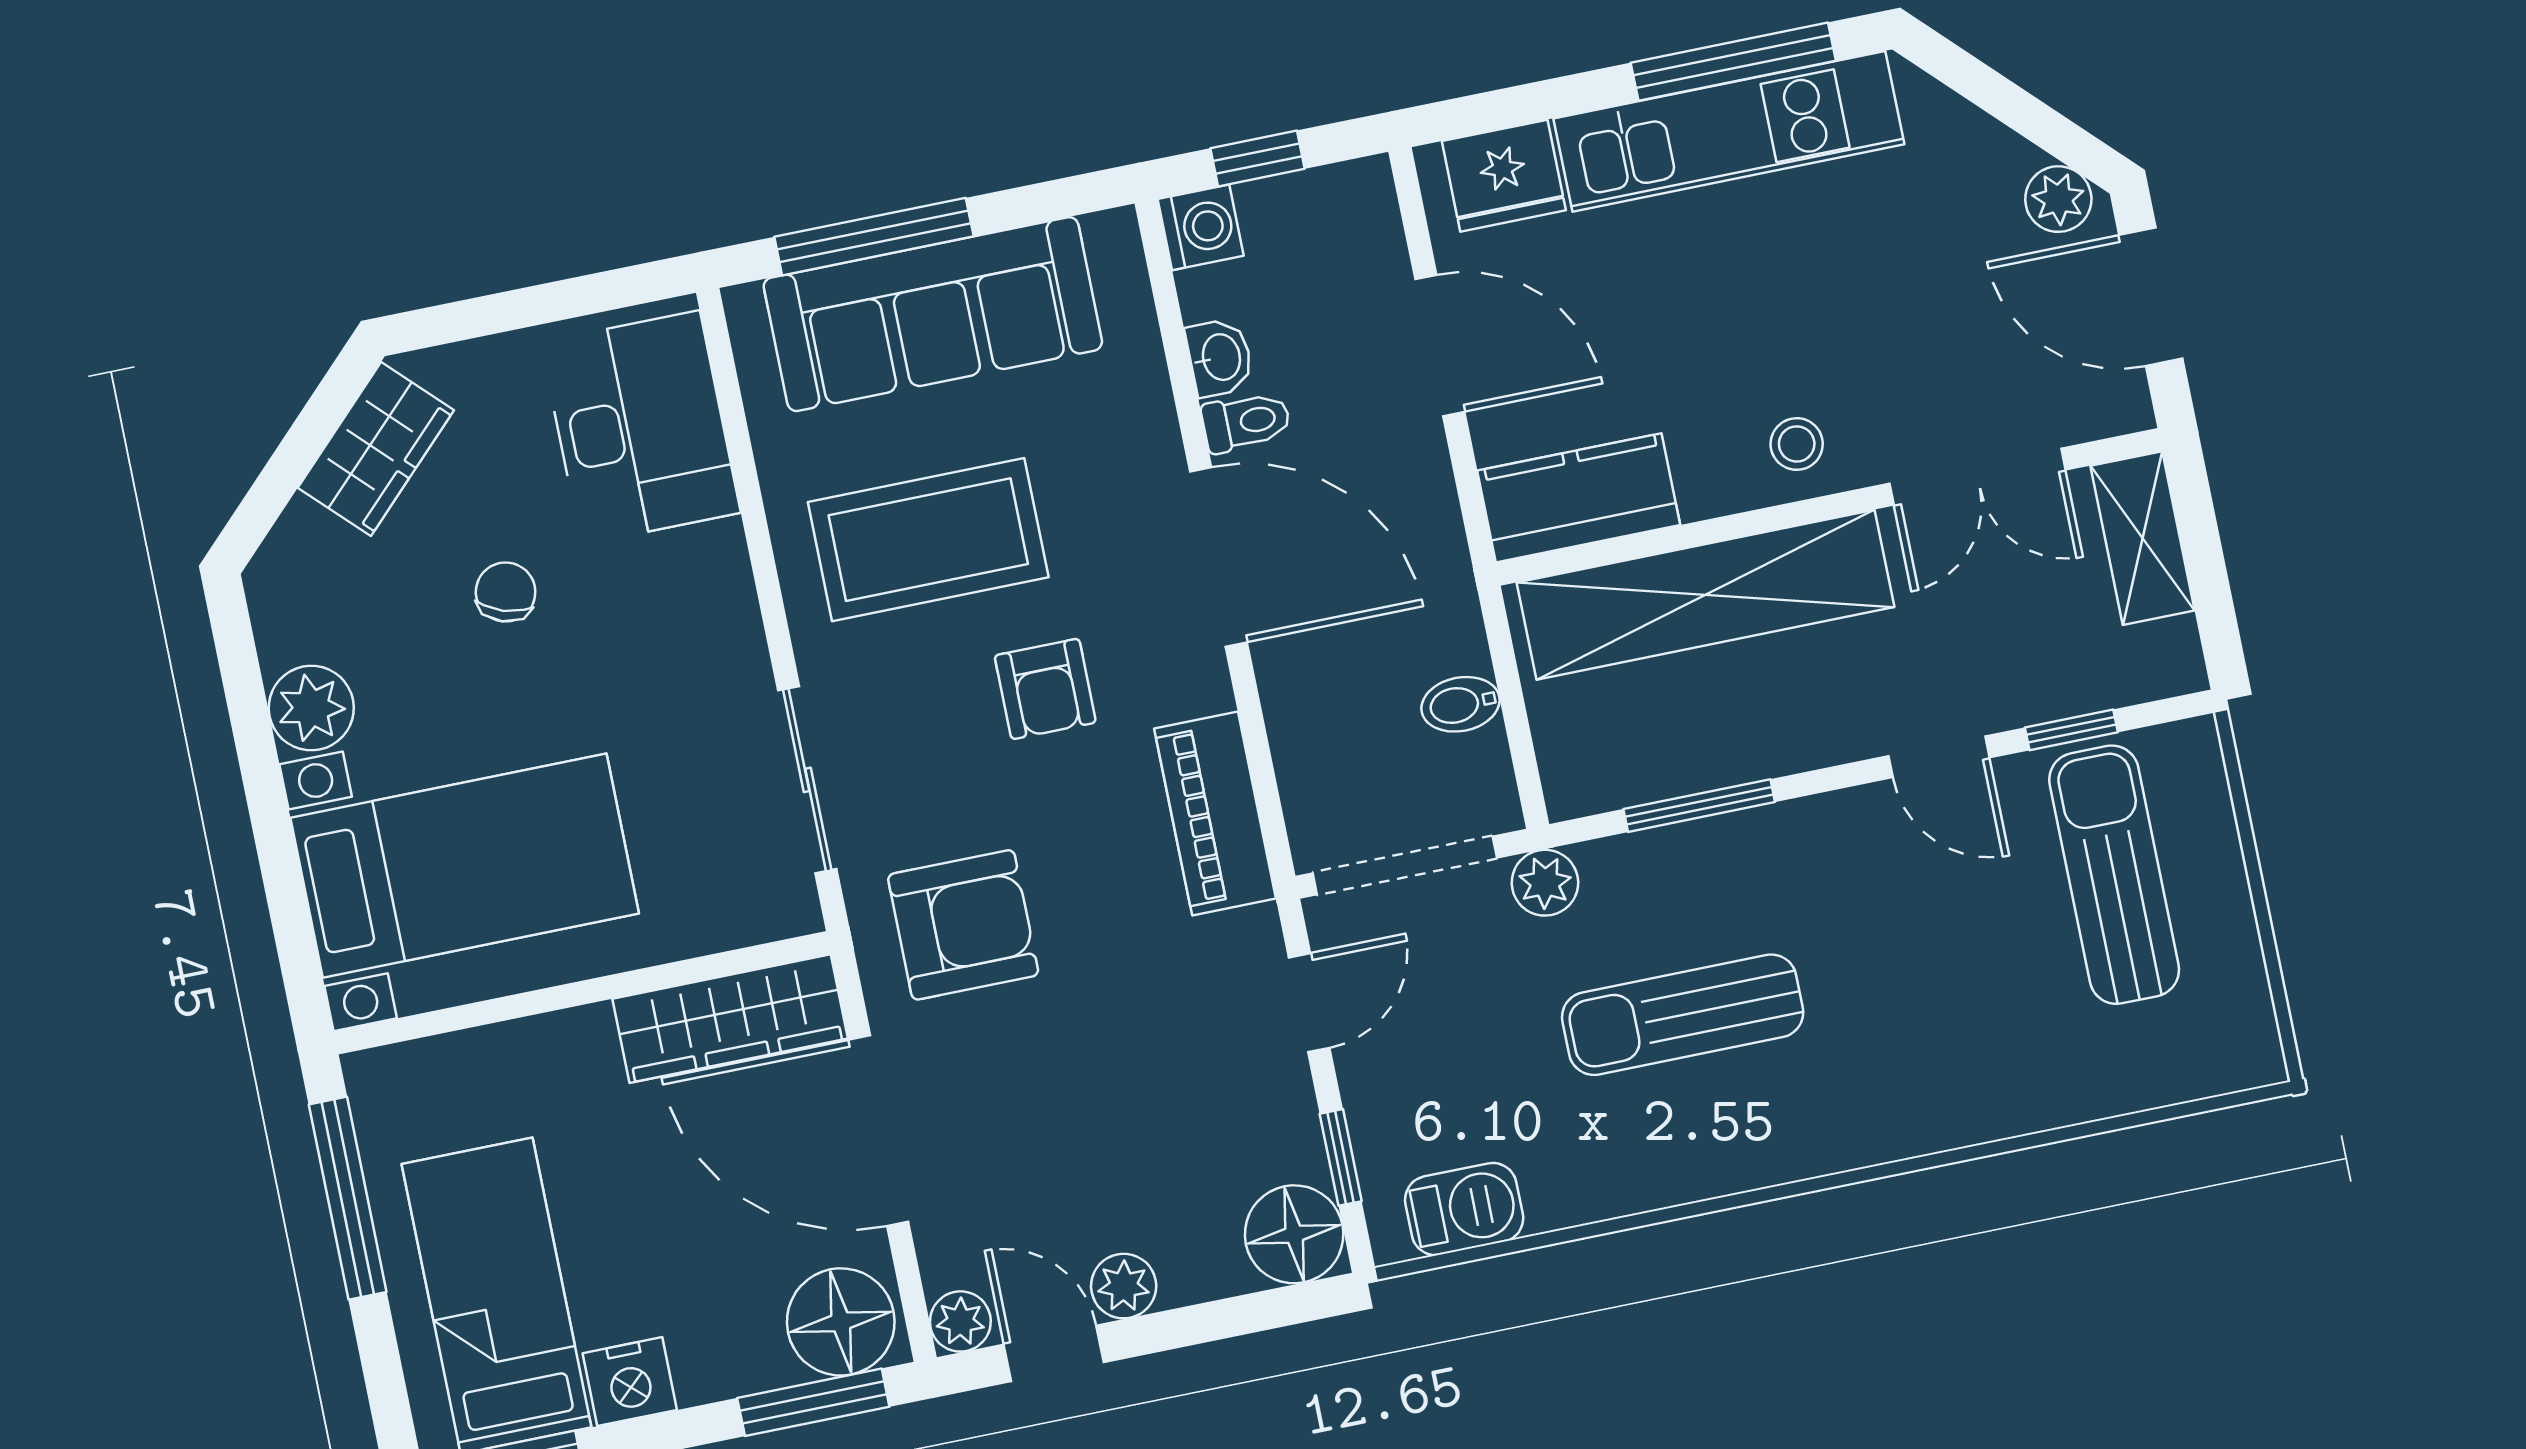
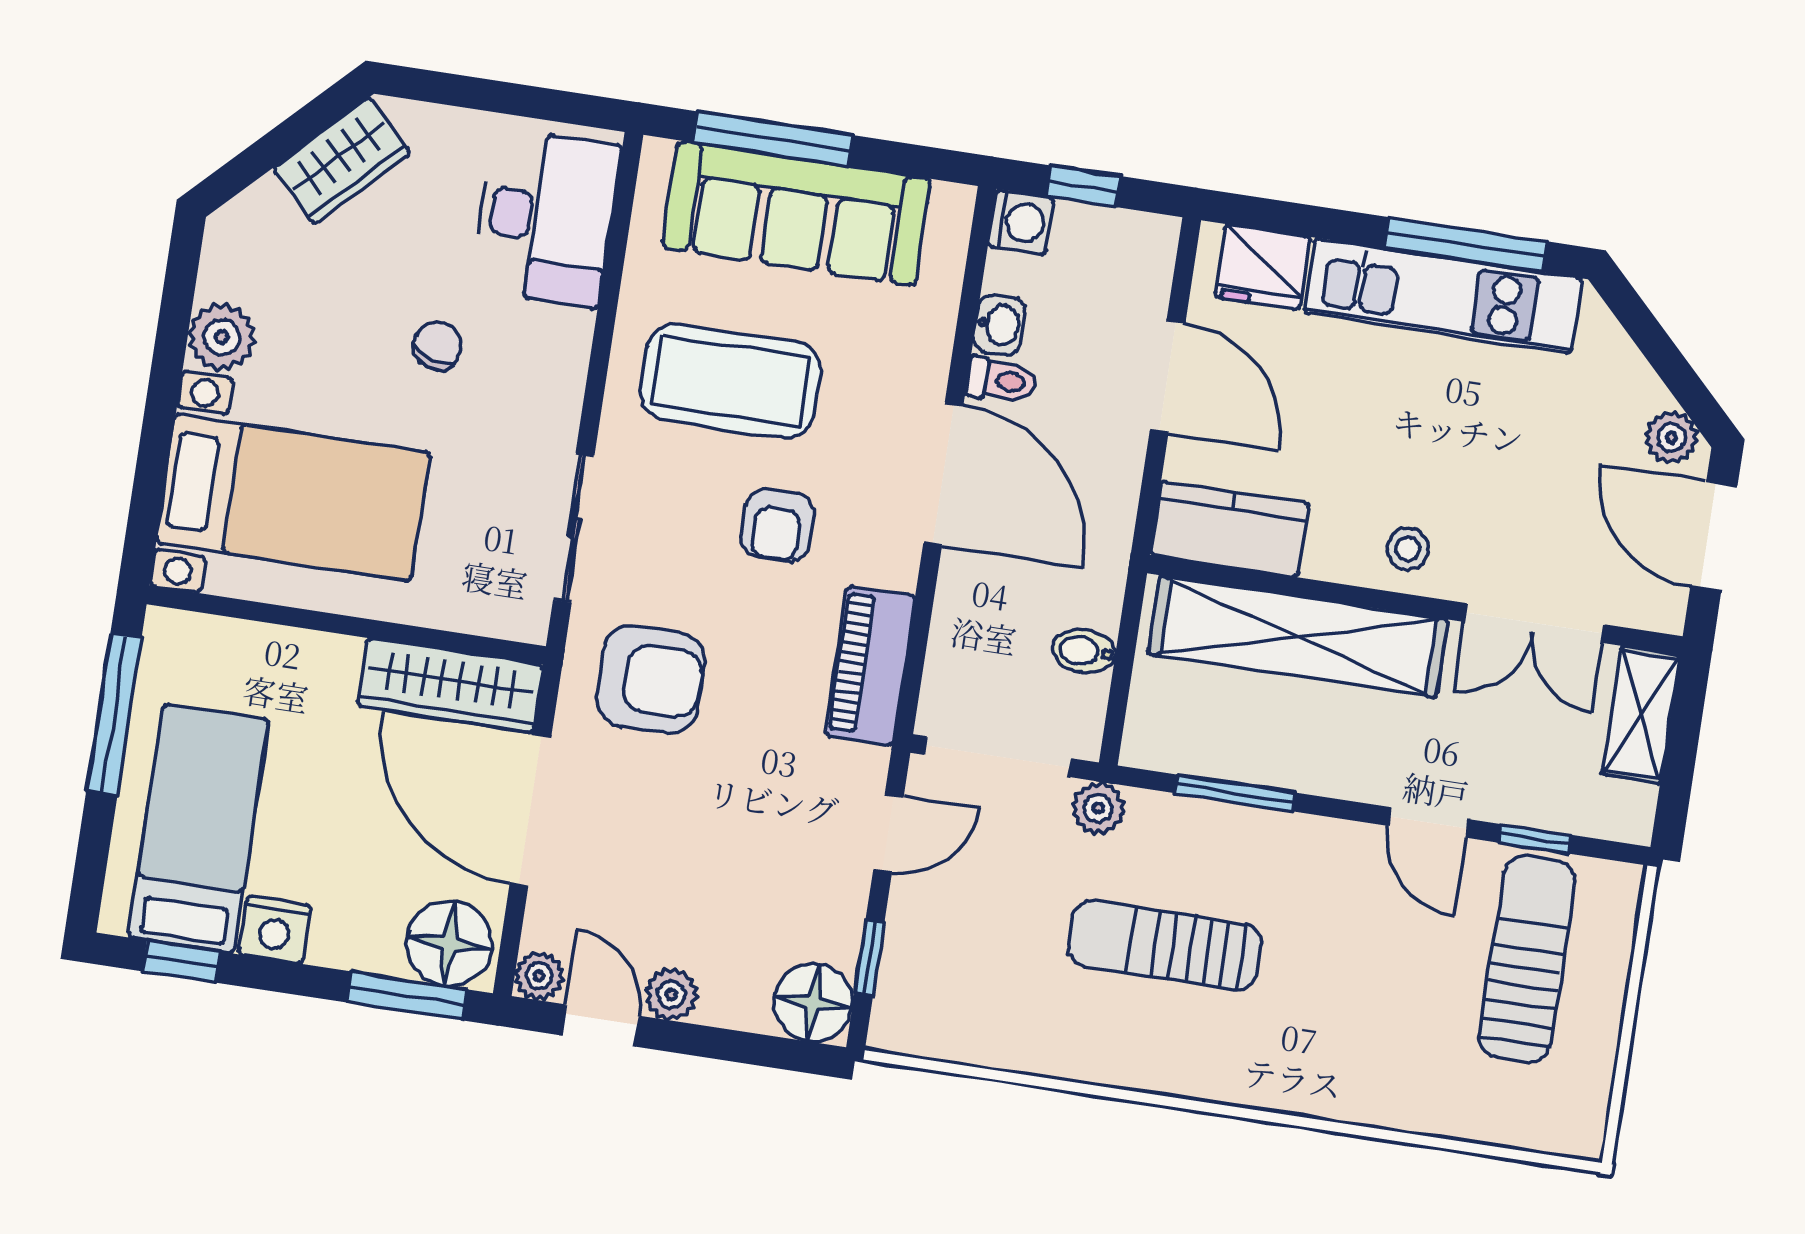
chair: (506, 592) -> (437, 346), moved
barbecue: (1464, 1209) -> (948, 1030), removed

